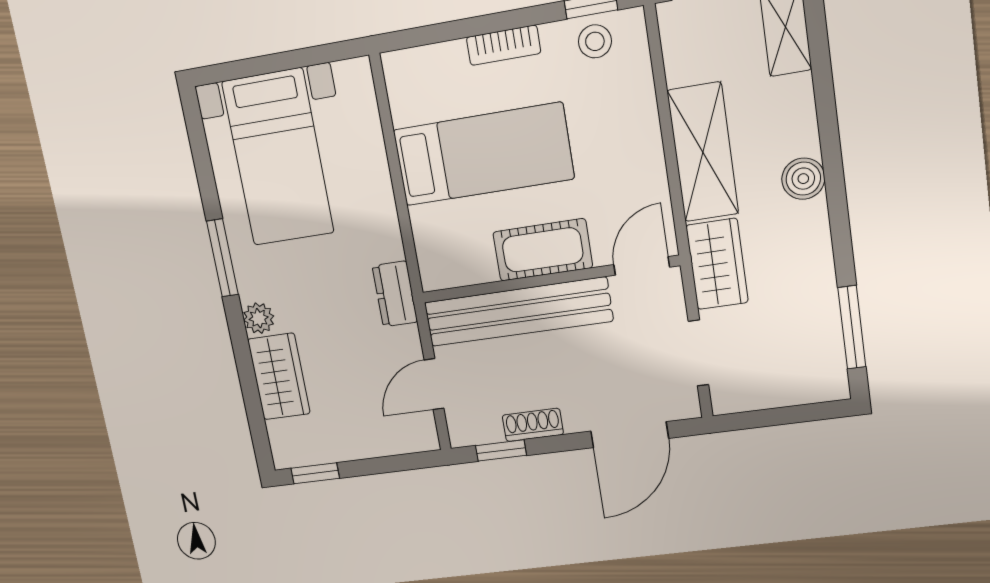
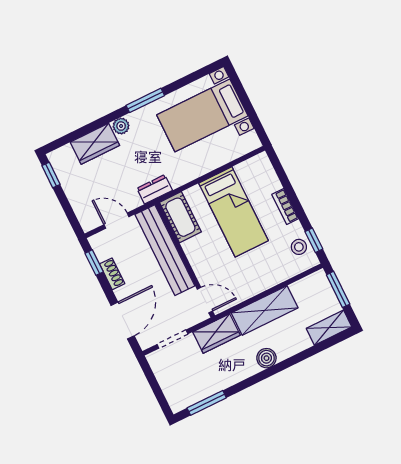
cot: (543, 250) -> (180, 217), moved
door: (630, 435) -> (123, 321), swing flipped

